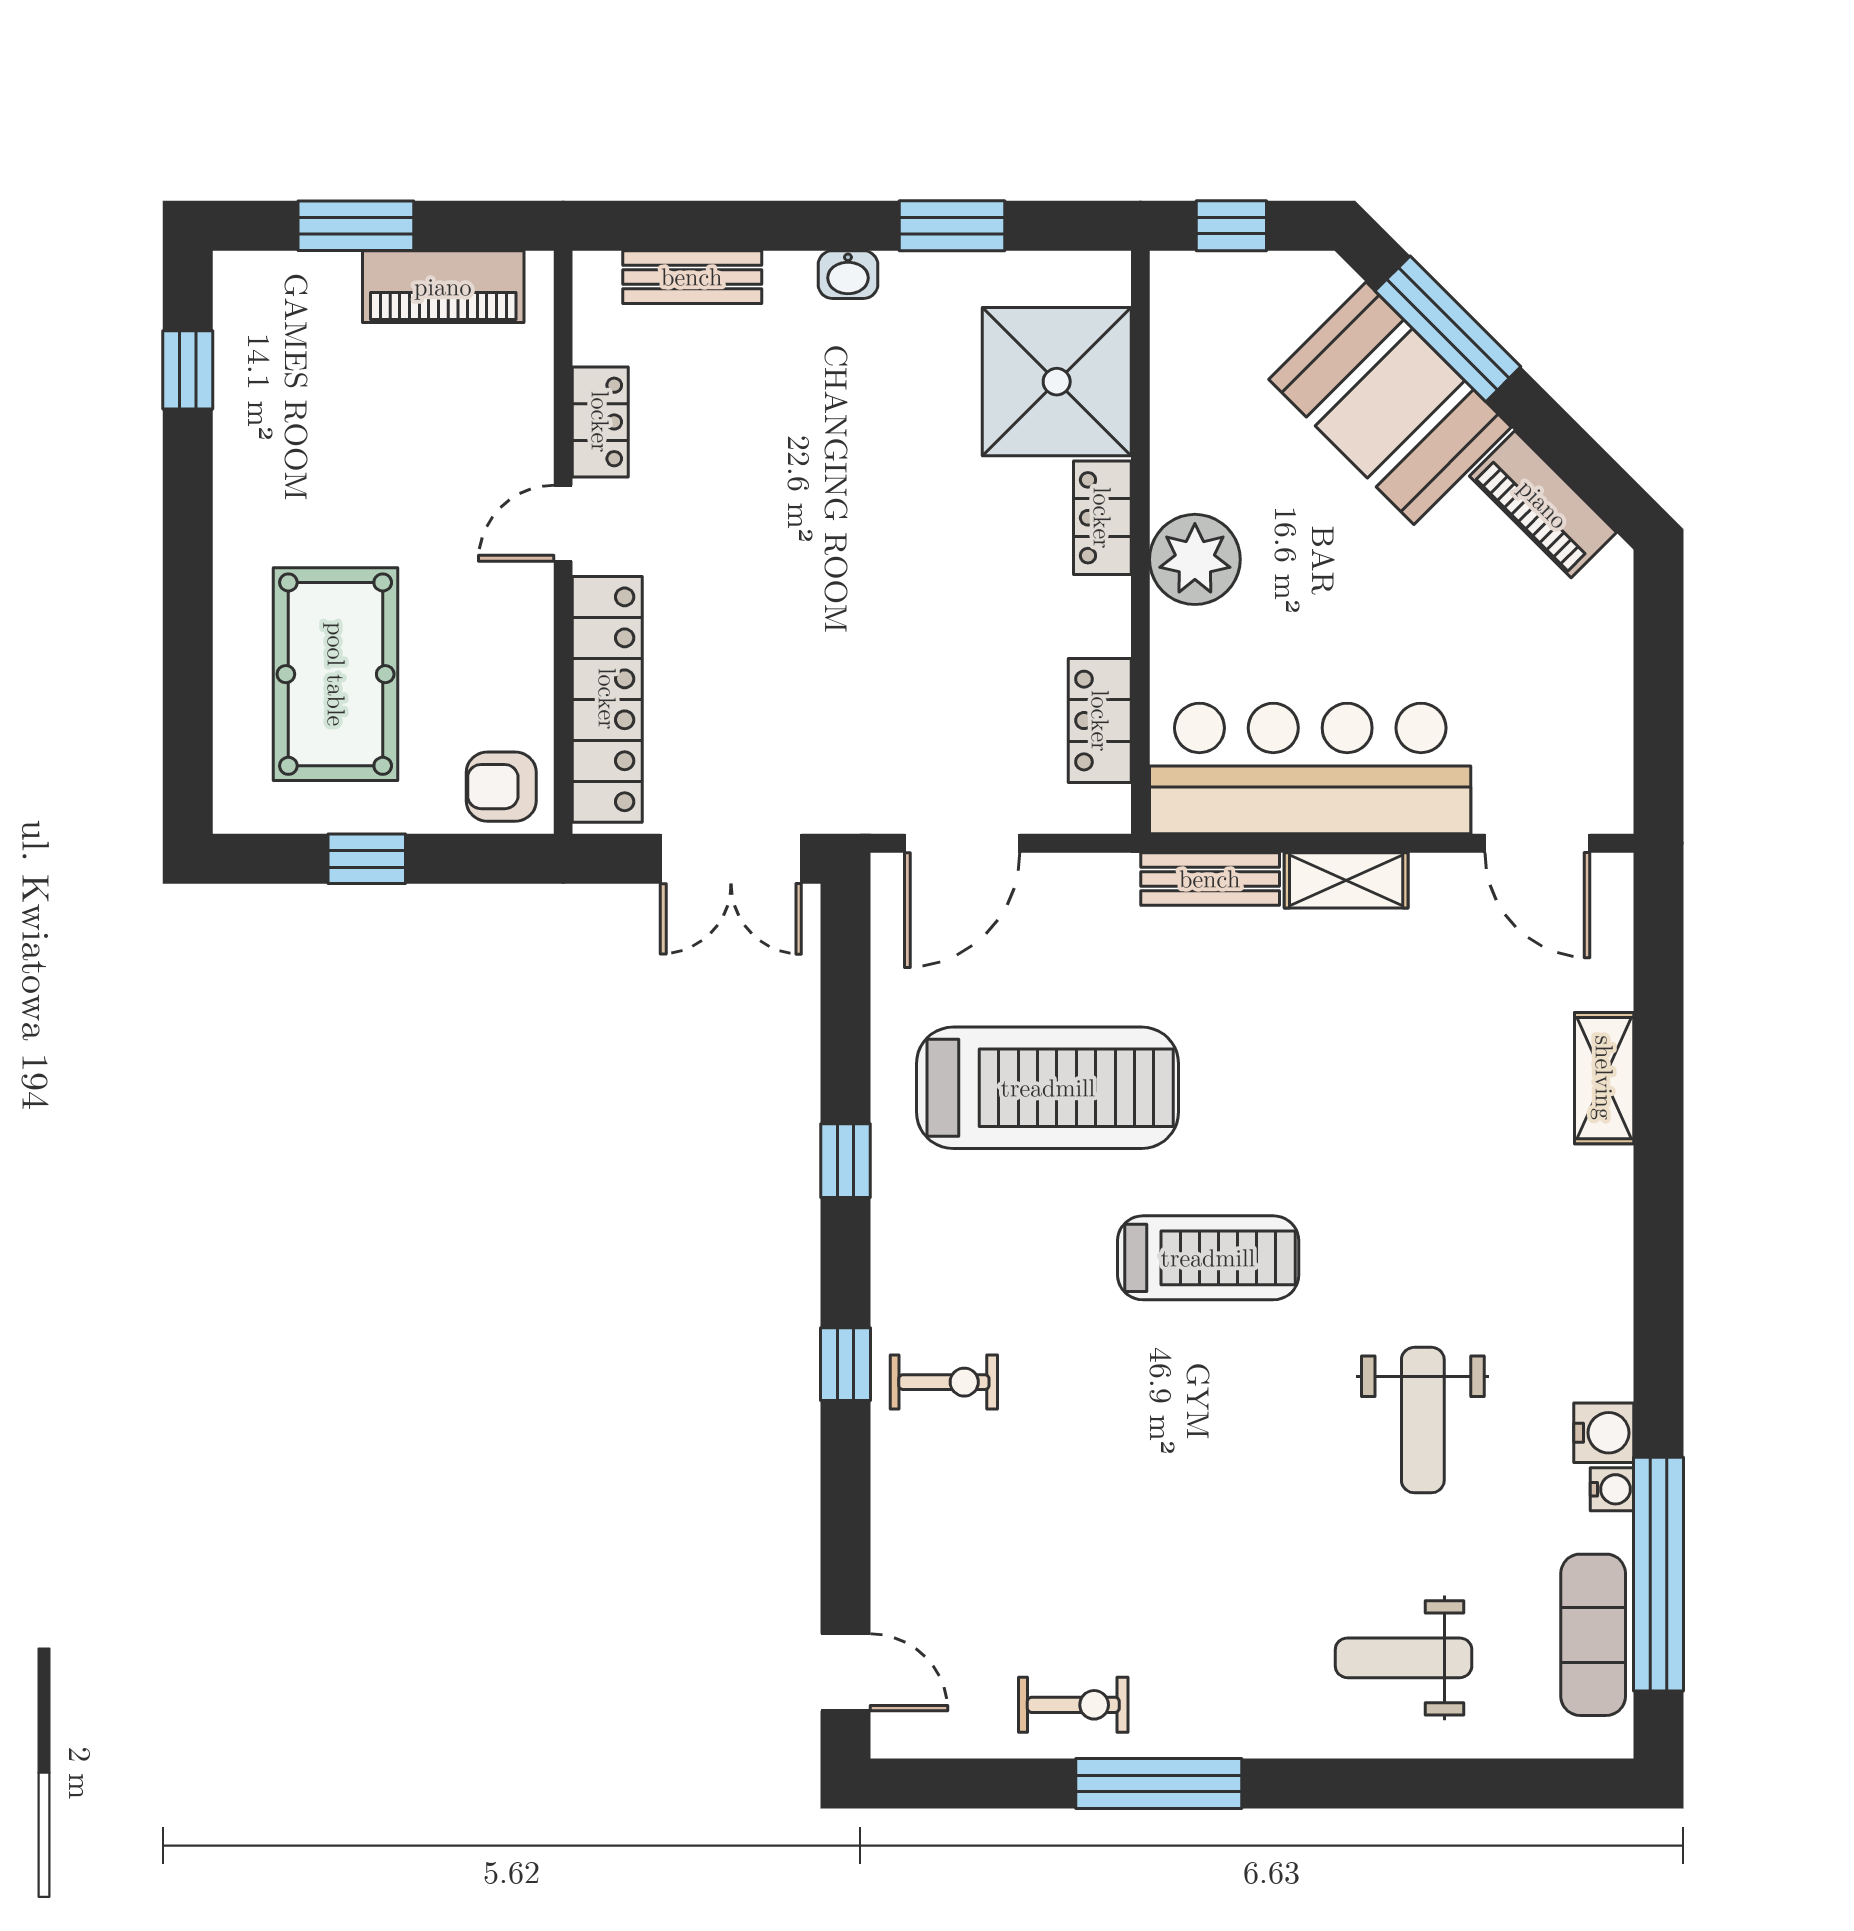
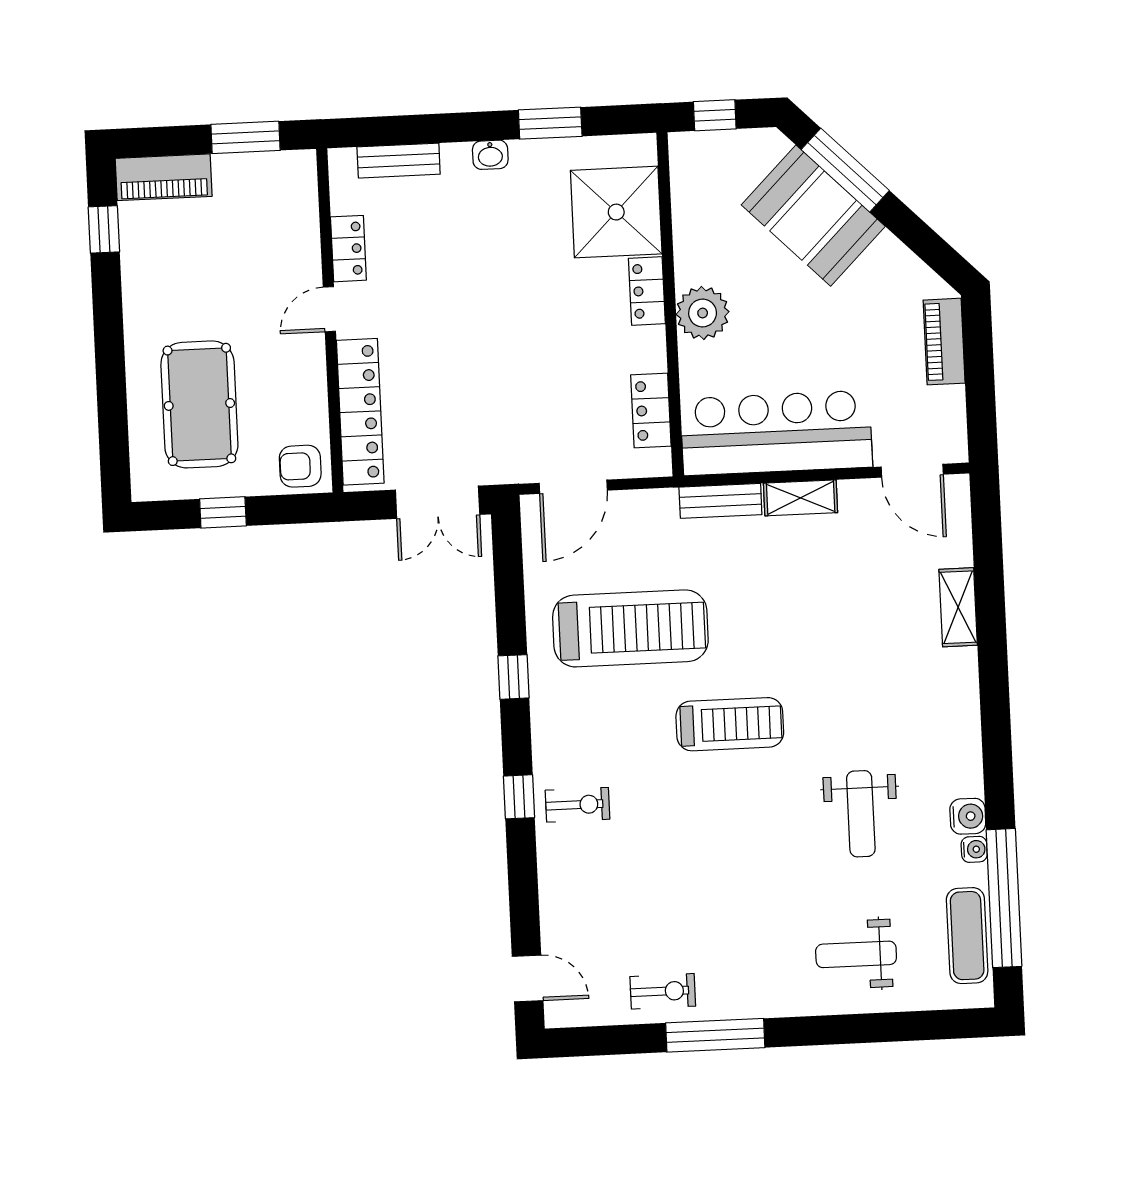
window: (356, 226) -> (246, 137), moved
piano: (443, 287) -> (164, 177), moved
piano: (1543, 504) -> (944, 342), moved, turned 45

